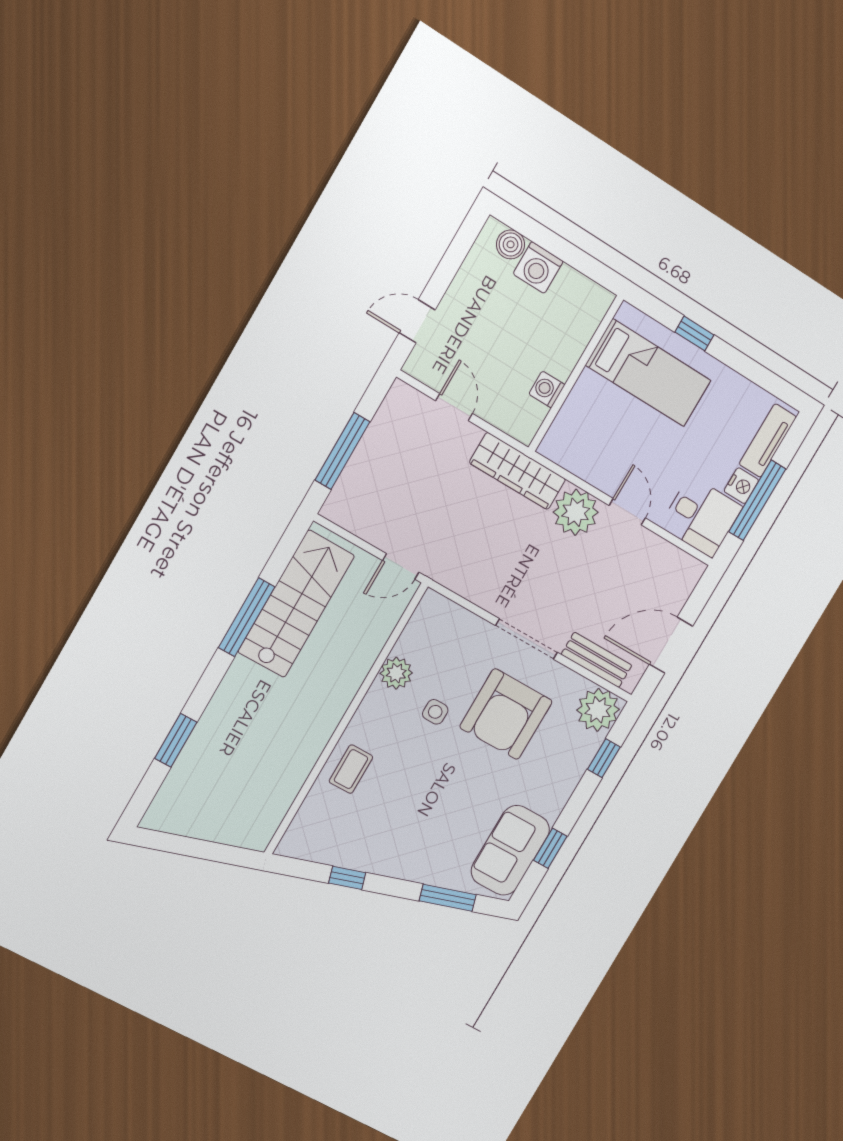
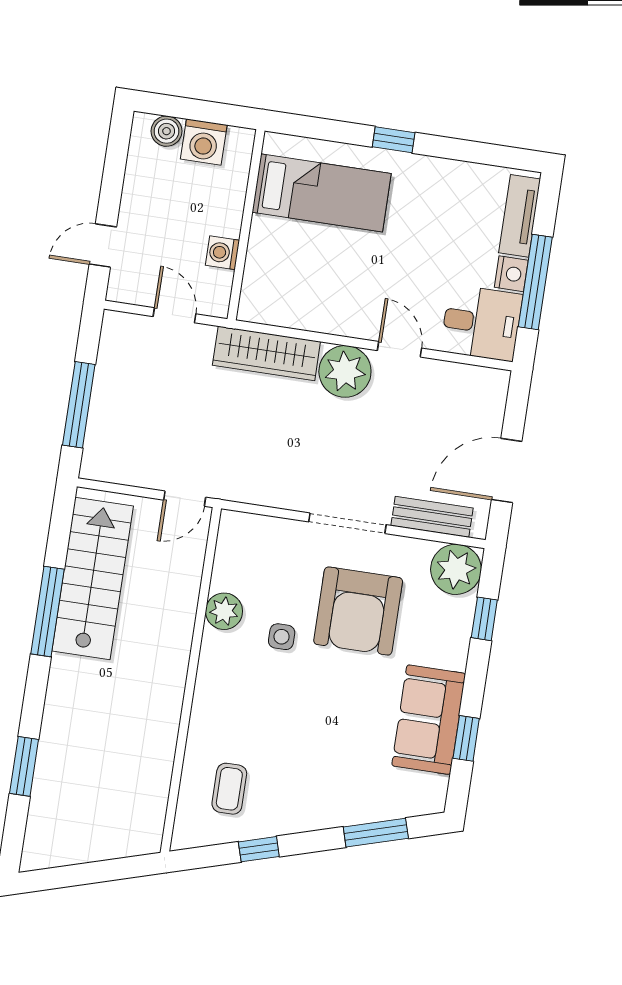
bed: (648, 373) -> (322, 193), moved
wall: (576, 374) -> (246, 225), moved
washing machine: (547, 389) -> (223, 253), moved
coffee table: (351, 769) -> (229, 789), moved
sofa: (510, 850) -> (429, 720), moved

